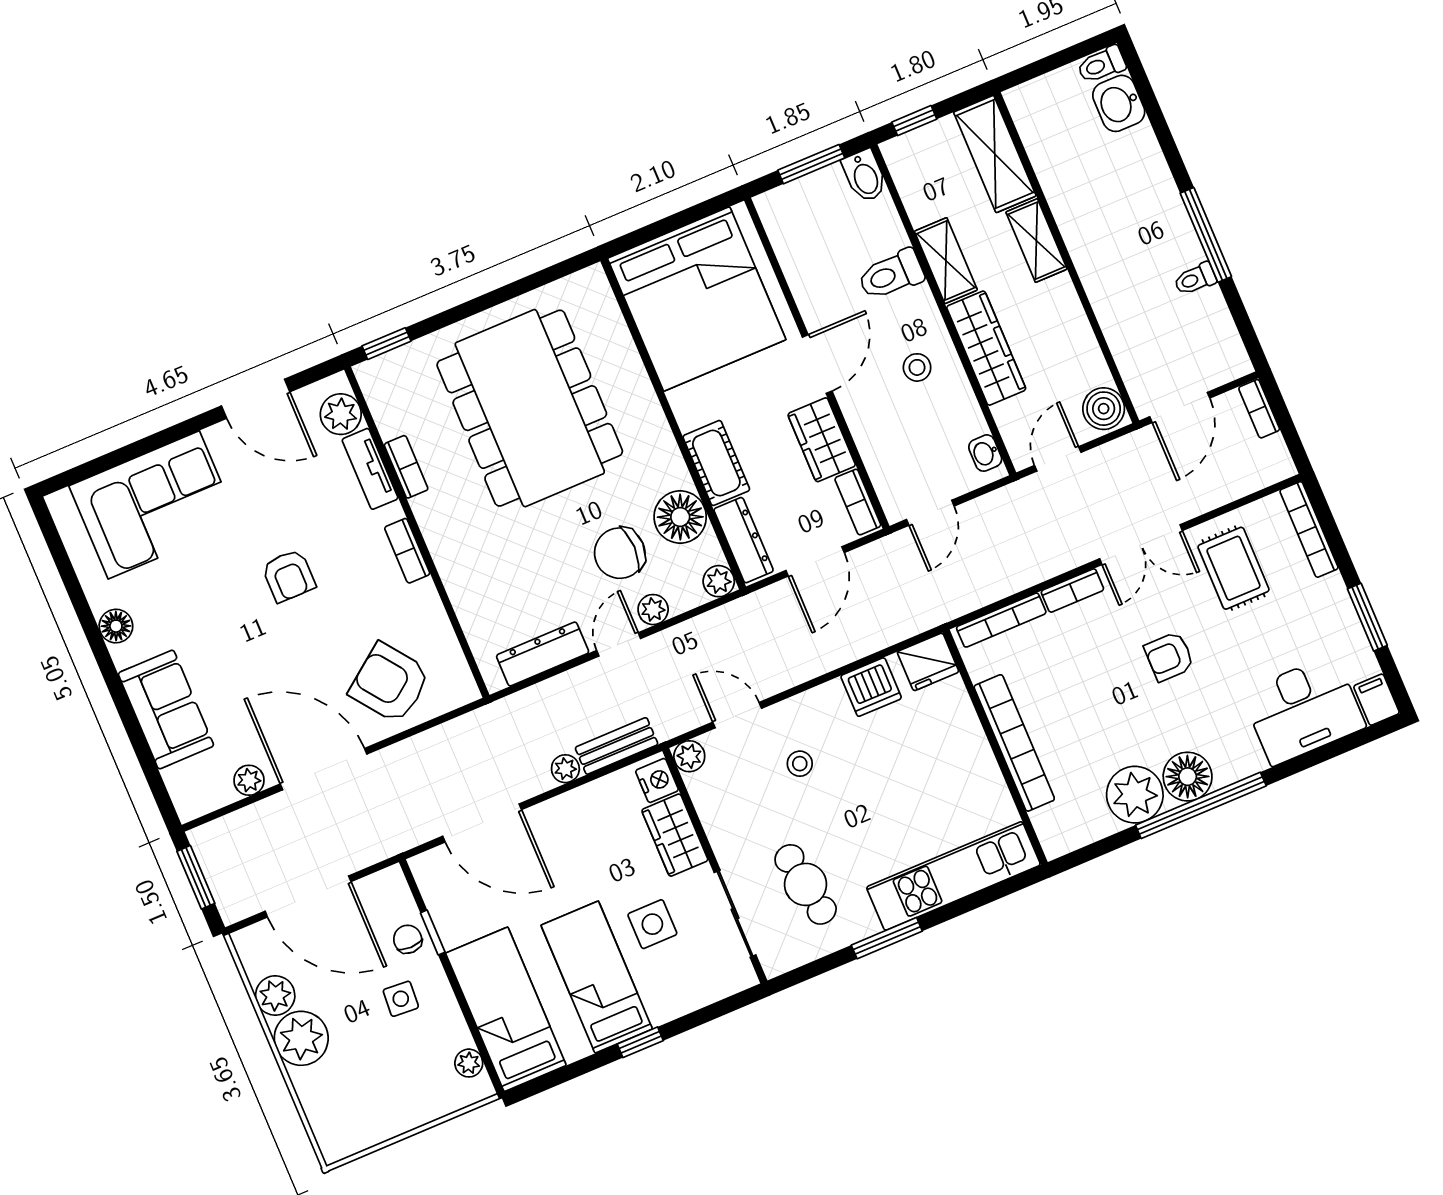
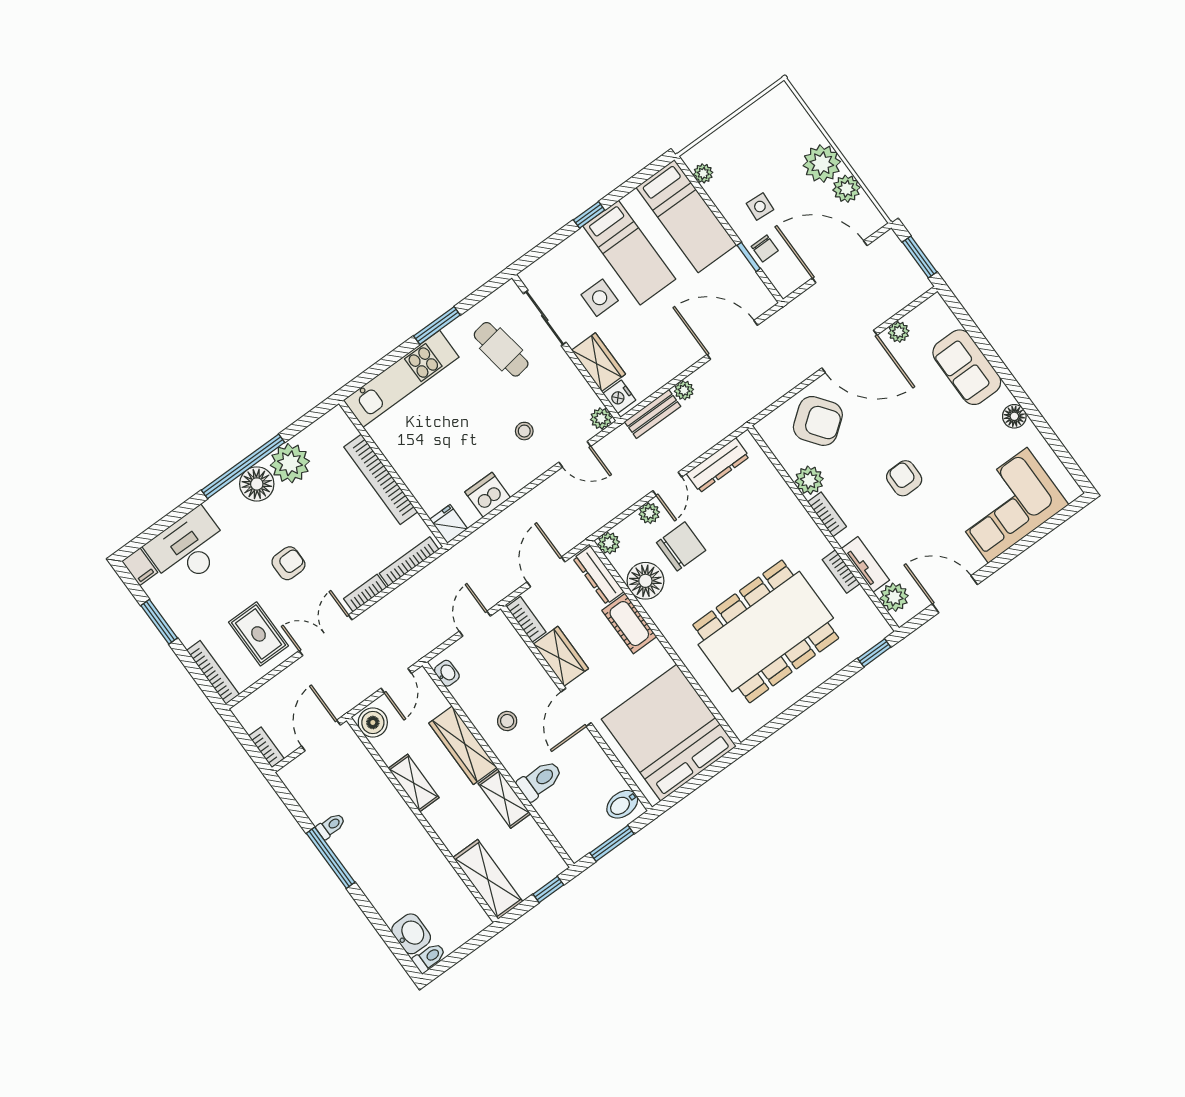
bidet: (865, 176) -> (622, 804), moved, turned -90
shelving: (1036, 241) -> (414, 783), moved
dining table: (530, 408) -> (766, 631), turned 90
plant: (421, 604) -> (809, 480), added
fridge: (928, 662) -> (449, 524), width x0.72

